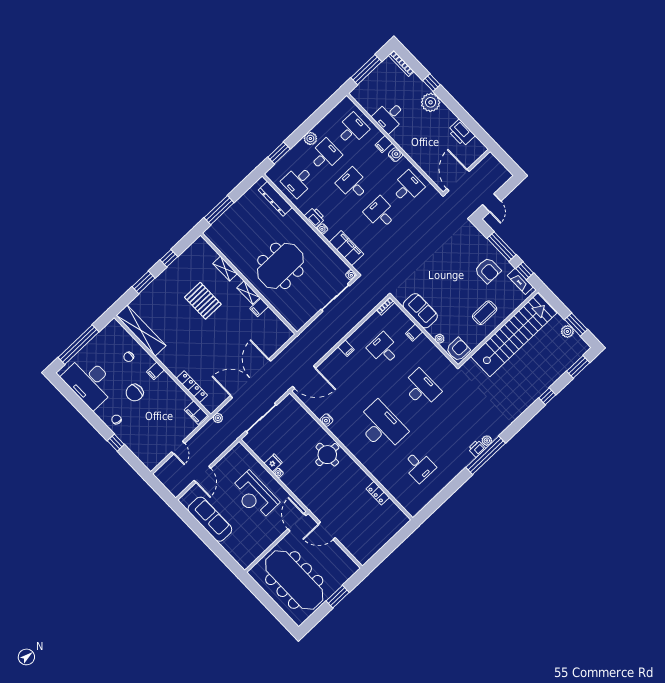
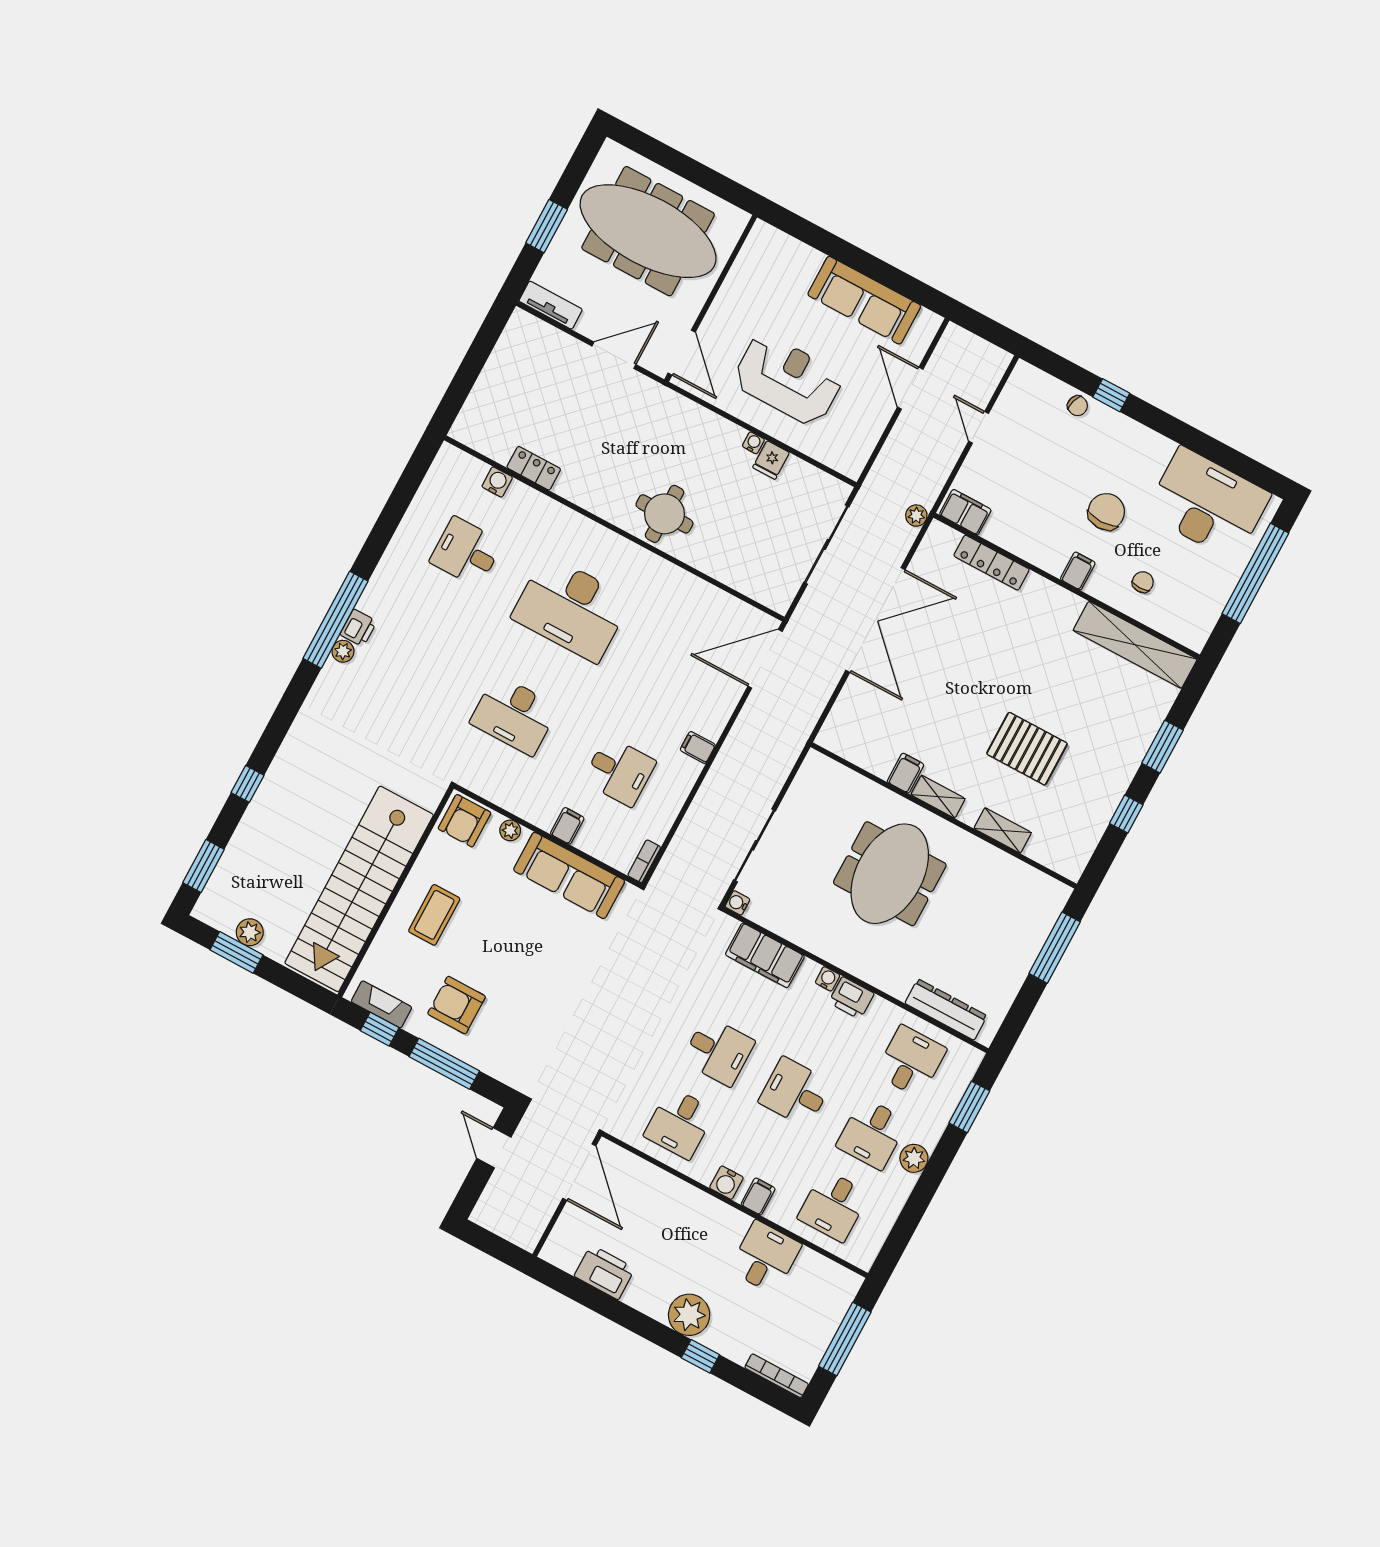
desk: (353, 184) -> (795, 1092), turned 180
sofa: (420, 311) -> (569, 875), width x1.36
chair: (116, 420) -> (1077, 406), moved
water cooler: (327, 420) -> (497, 482), moved
tv unit: (347, 562) -> (551, 305), added

